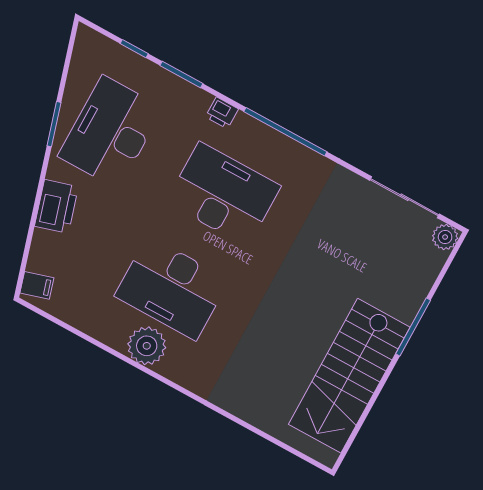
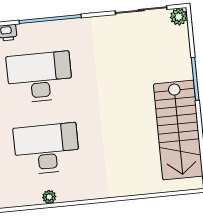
desk: (172, 288) -> (47, 149), turned 180
plant: (147, 346) -> (49, 197), width x0.53, depth x0.53

